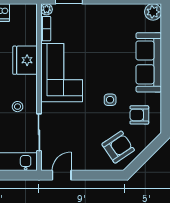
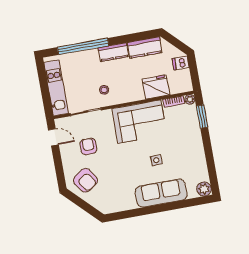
fridge: (25, 60) -> (156, 87), moved
side table: (110, 100) -> (156, 160), moved
armchair: (139, 115) -> (88, 146), moved

